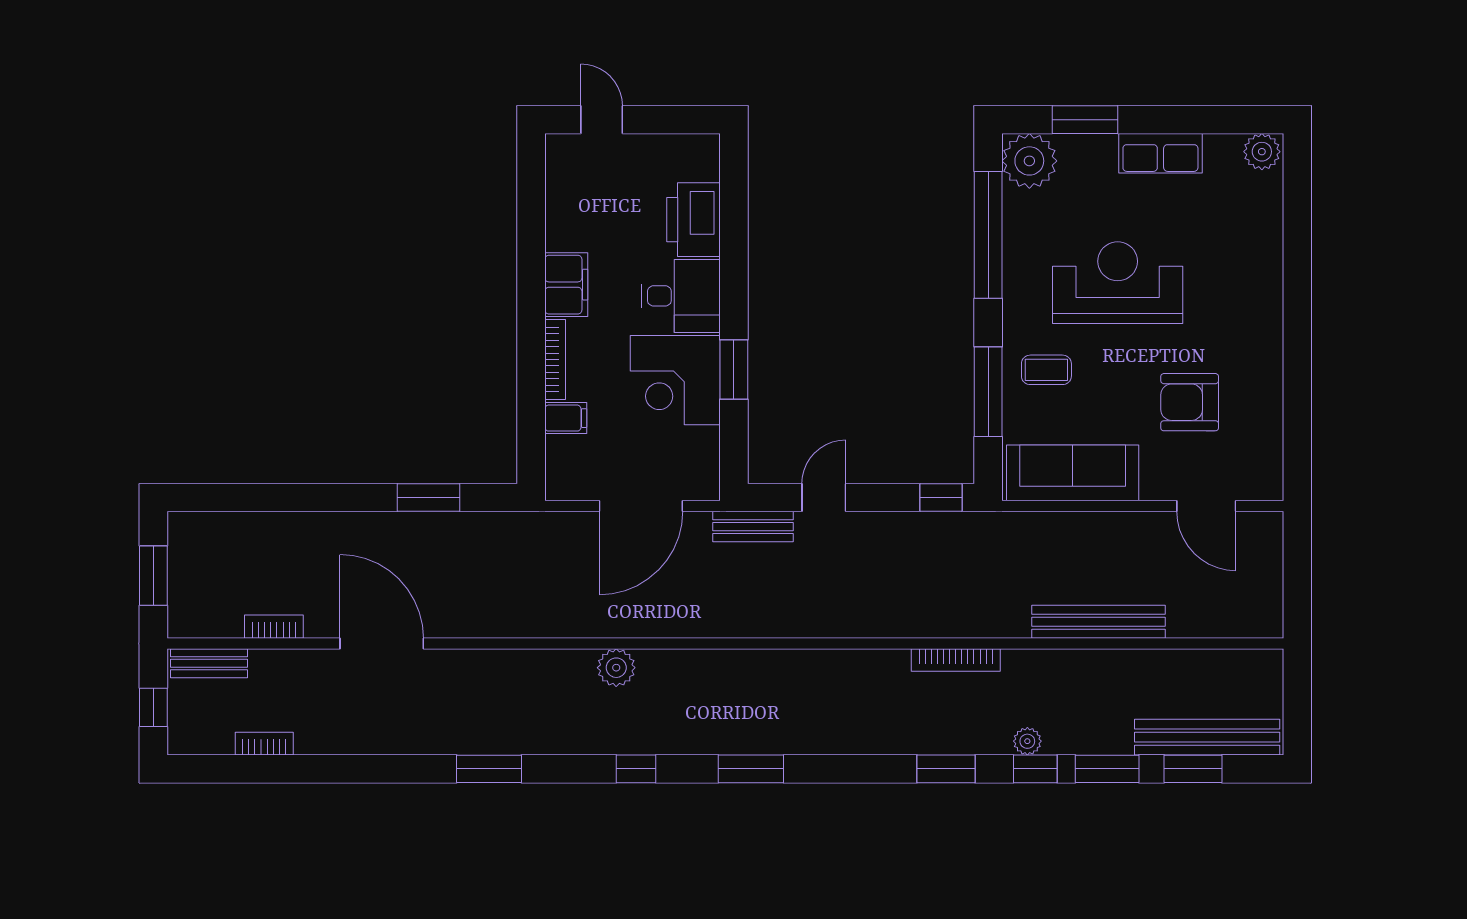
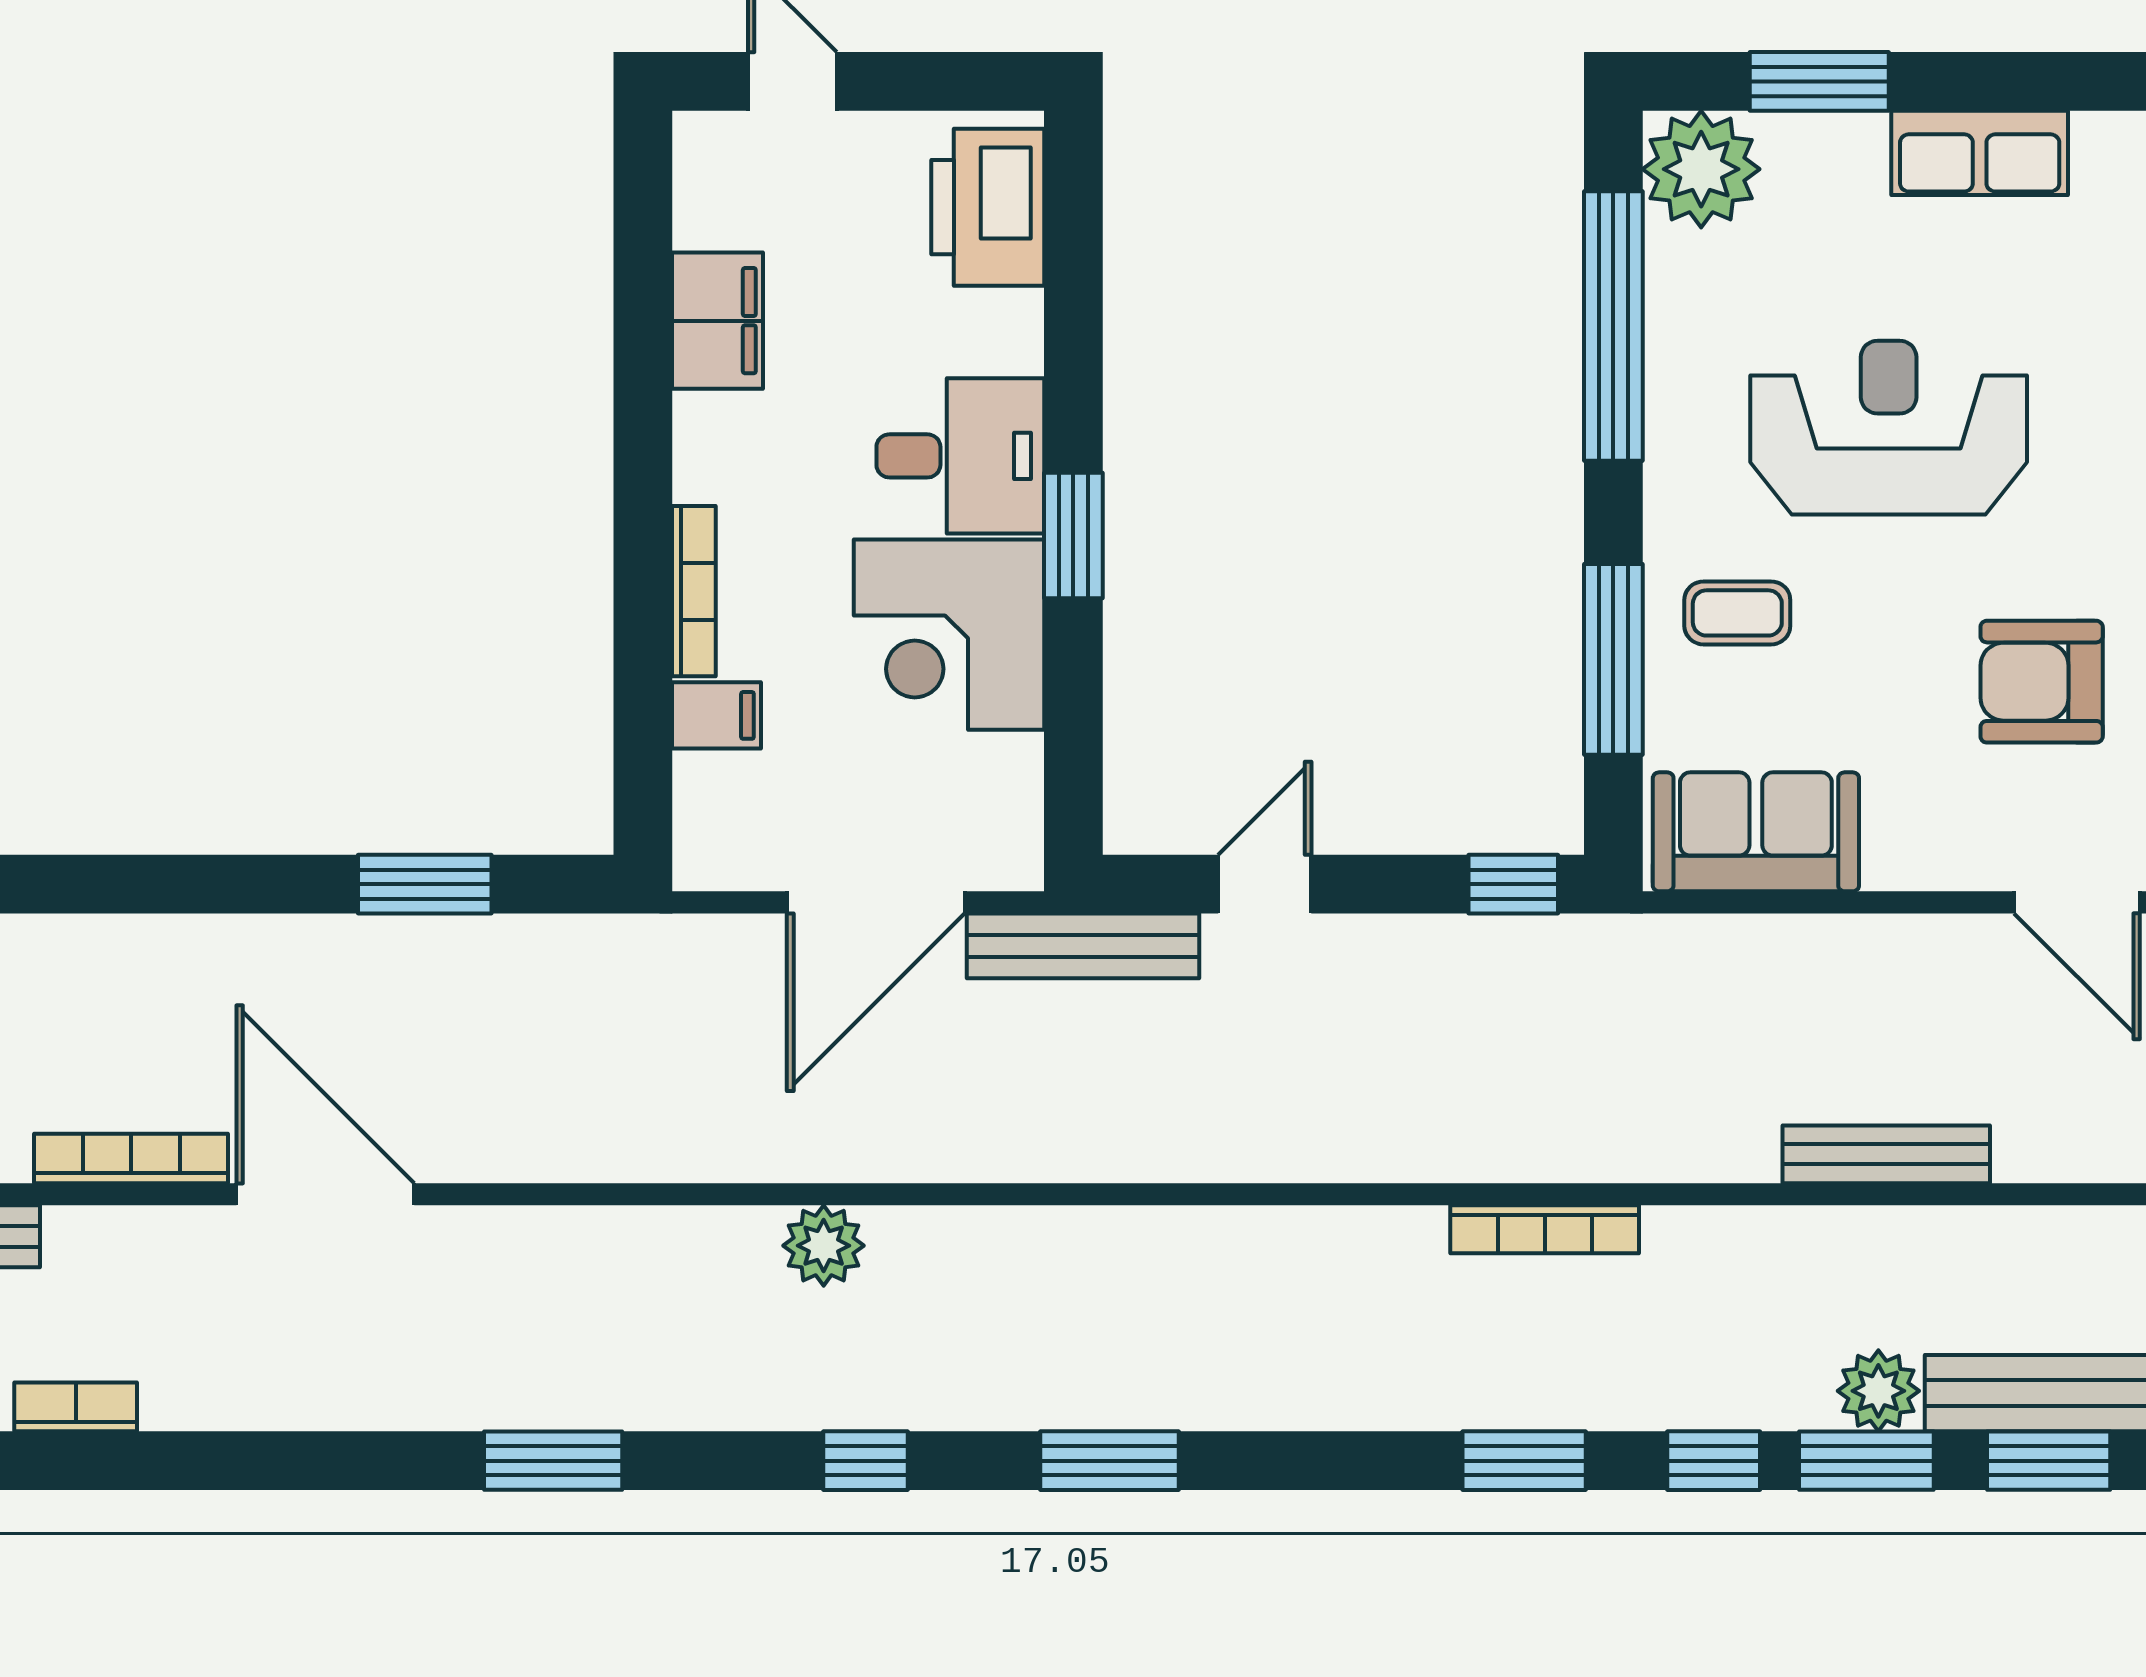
printer: (694, 220) -> (988, 207), moved
filing cabinet: (566, 285) -> (718, 321), moved
window: (734, 369) -> (1073, 535), moved
sofa: (1073, 473) -> (1756, 832), width x0.73
bench: (753, 527) -> (1083, 946), width x1.36
bench: (1099, 622) -> (1886, 1154), width x0.73, depth x0.82
bookcase: (274, 627) -> (131, 1158), width x1.56
plant: (1027, 741) -> (1878, 1391), moved, width x1.38, depth x1.38

